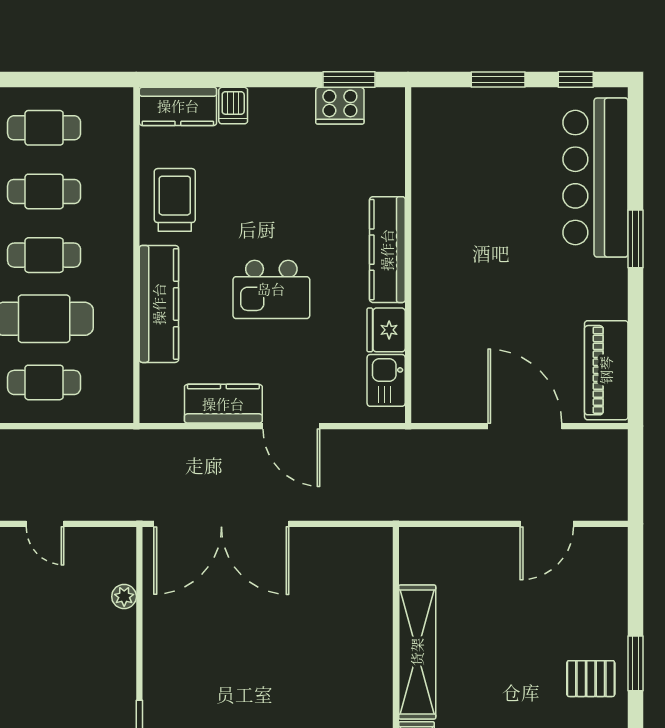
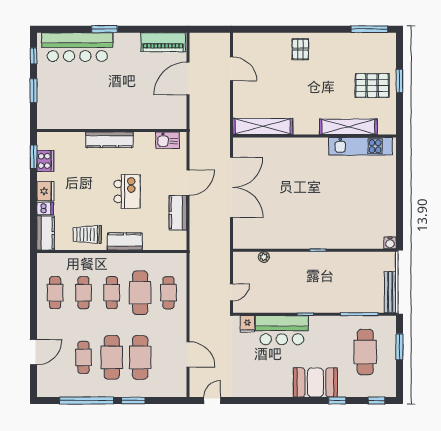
kitchen counter: (159, 304) -> (125, 242), width x0.67
fridge: (386, 330) -> (45, 191), moved, turned -90
double door: (221, 524) -> (231, 187), moved
shelving: (417, 652) -> (263, 126), moved
window: (636, 663) -> (294, 29), removed

